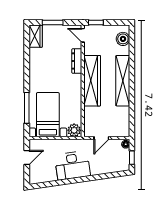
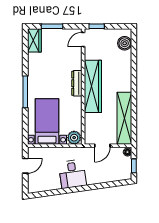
door: (83, 35) -> (83, 40), hinge flipped
dresser: (77, 61) -> (77, 83), moved
shelving: (123, 81) -> (124, 118), moved
window: (27, 108) -> (25, 92), moved
desk: (72, 165) -> (72, 174), width x0.73

